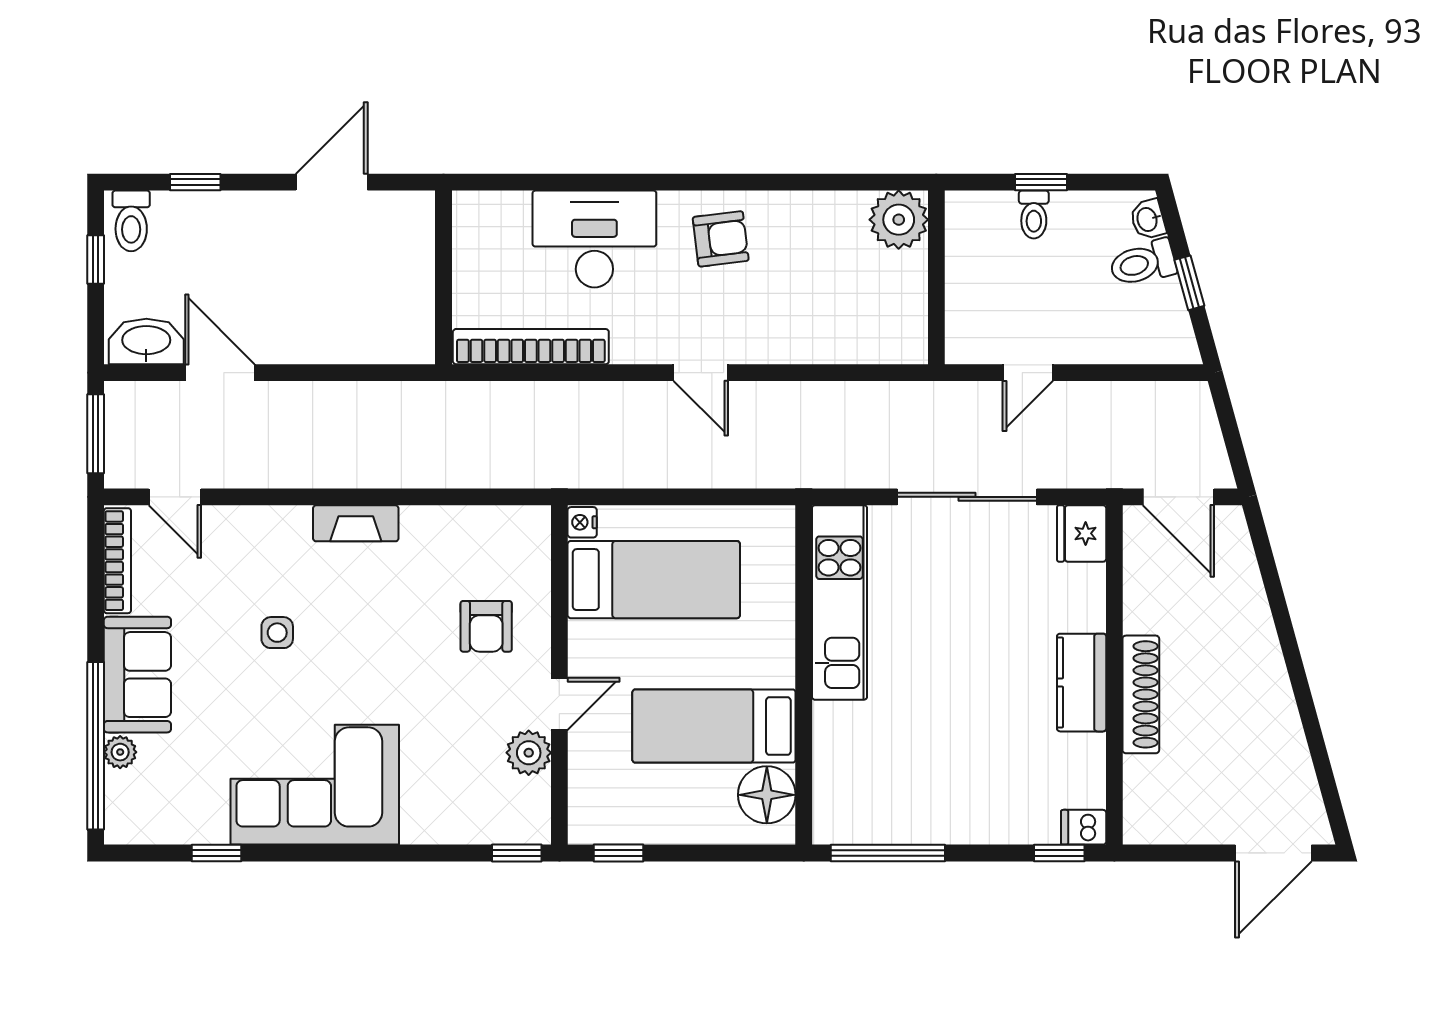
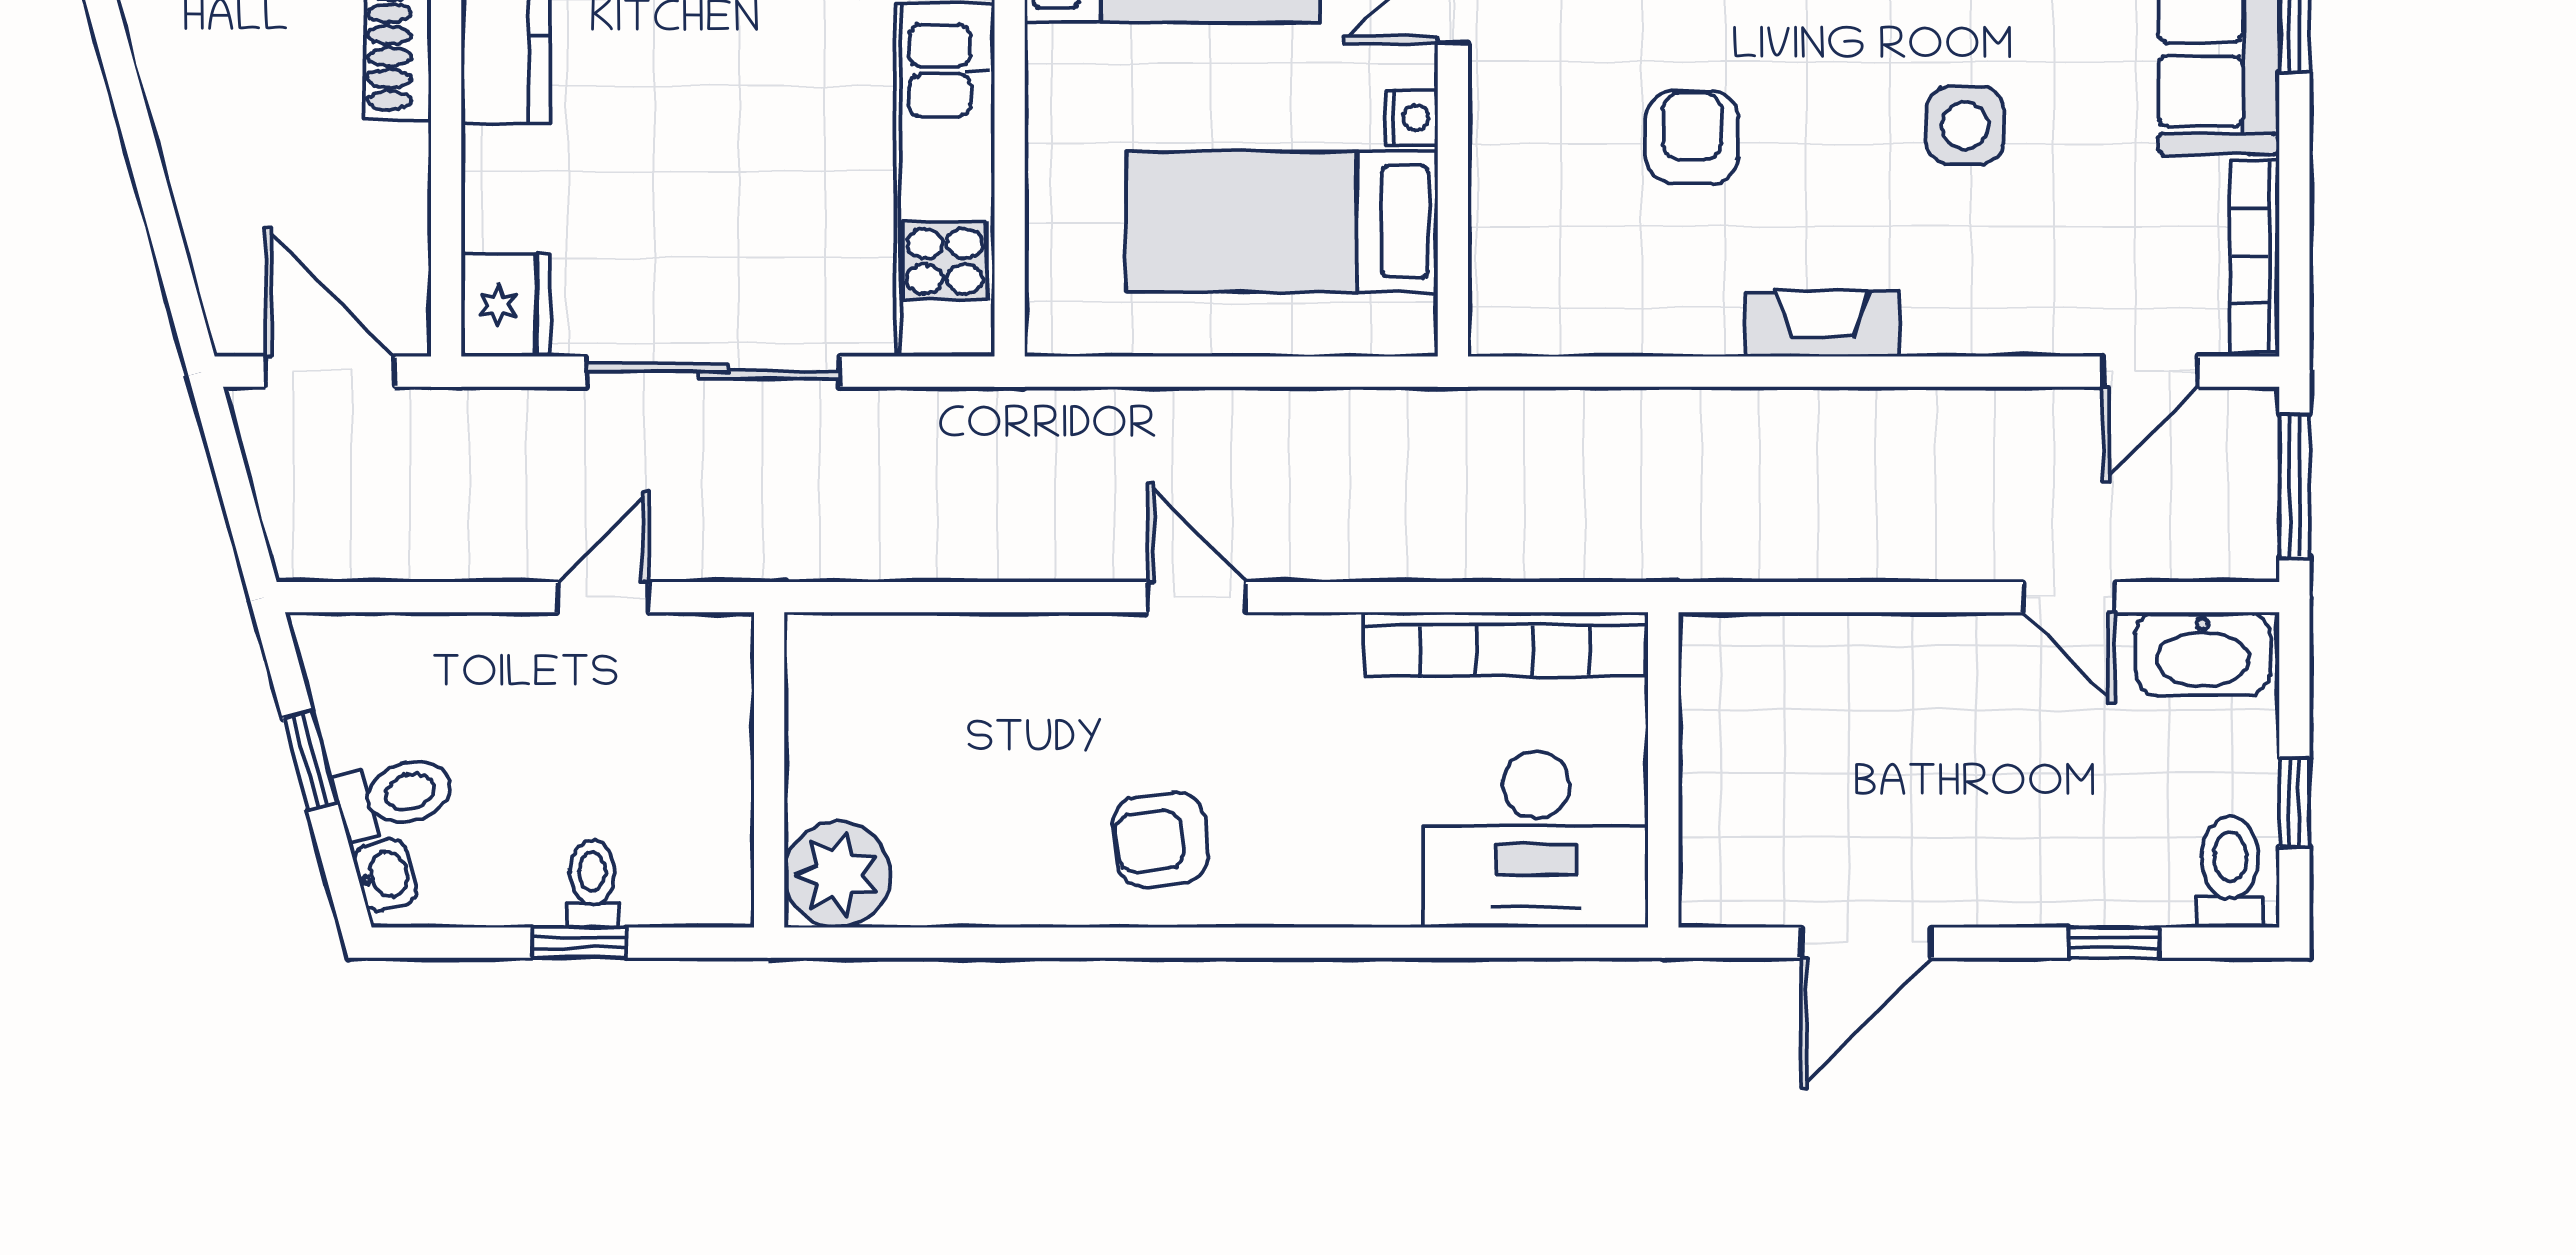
desk: (594, 239) -> (1536, 840), moved
door: (220, 373) -> (2069, 597), width x0.73
door: (175, 497) -> (2151, 372), swing flipped
nightstand: (582, 522) -> (1412, 118), moved
armchair: (486, 626) -> (1692, 137), moved
side table: (277, 633) -> (1965, 125), width x1.37, depth x1.37

